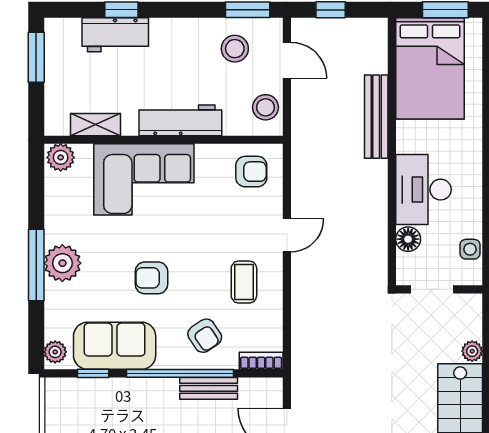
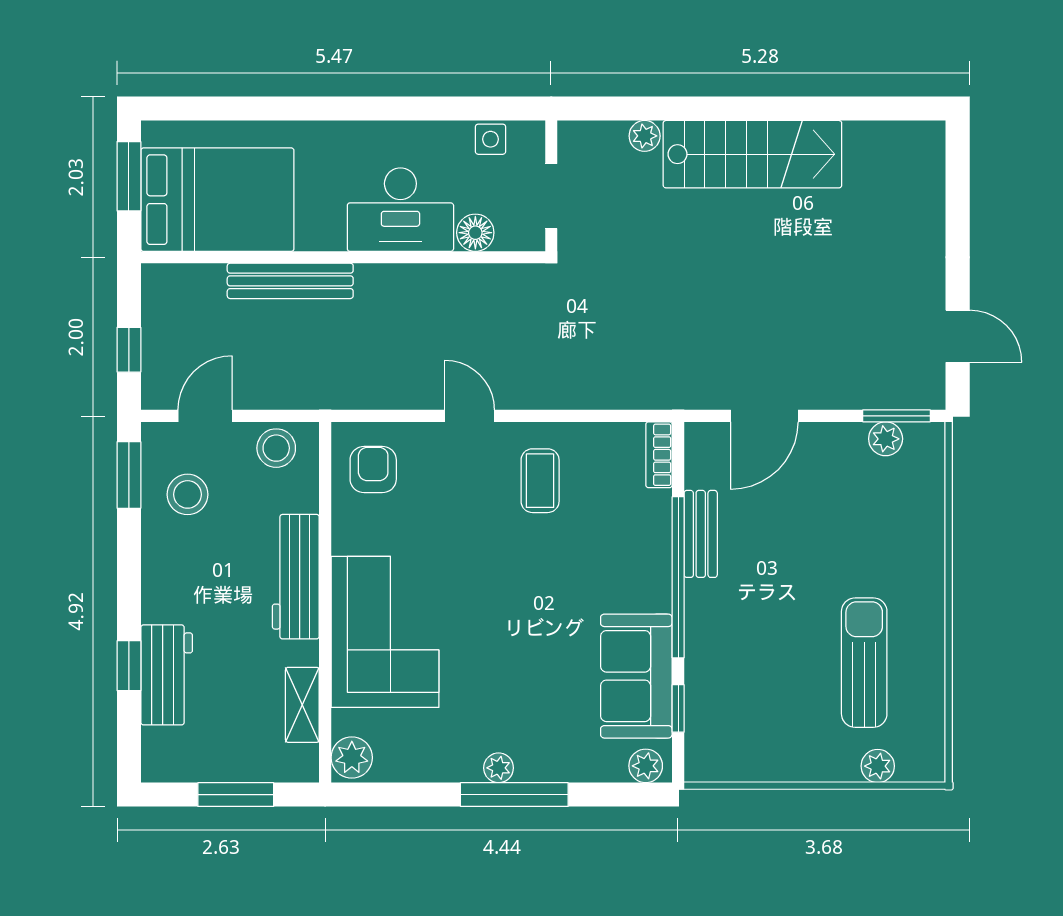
window: (36, 57) -> (236, 795), moved
plant: (62, 263) -> (499, 768), width x0.53, depth x0.53
armchair: (151, 278) -> (534, 620), removed
coffee table: (244, 282) -> (540, 481), turned 90
armchair: (205, 336) -> (621, 540), removed

